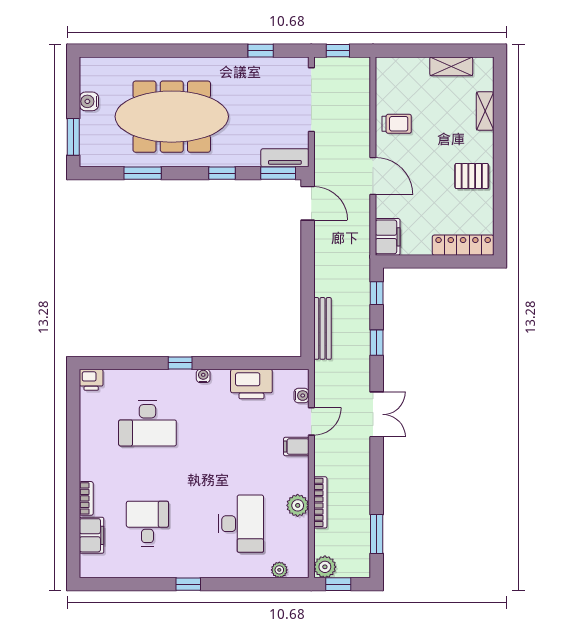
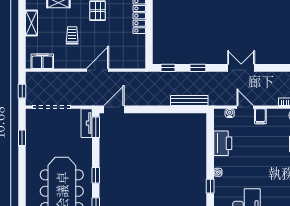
trolley: (397, 124) -> (72, 35), moved
window: (222, 173) -> (96, 175), moved
filing cabinet: (388, 237) -> (42, 61), moved

